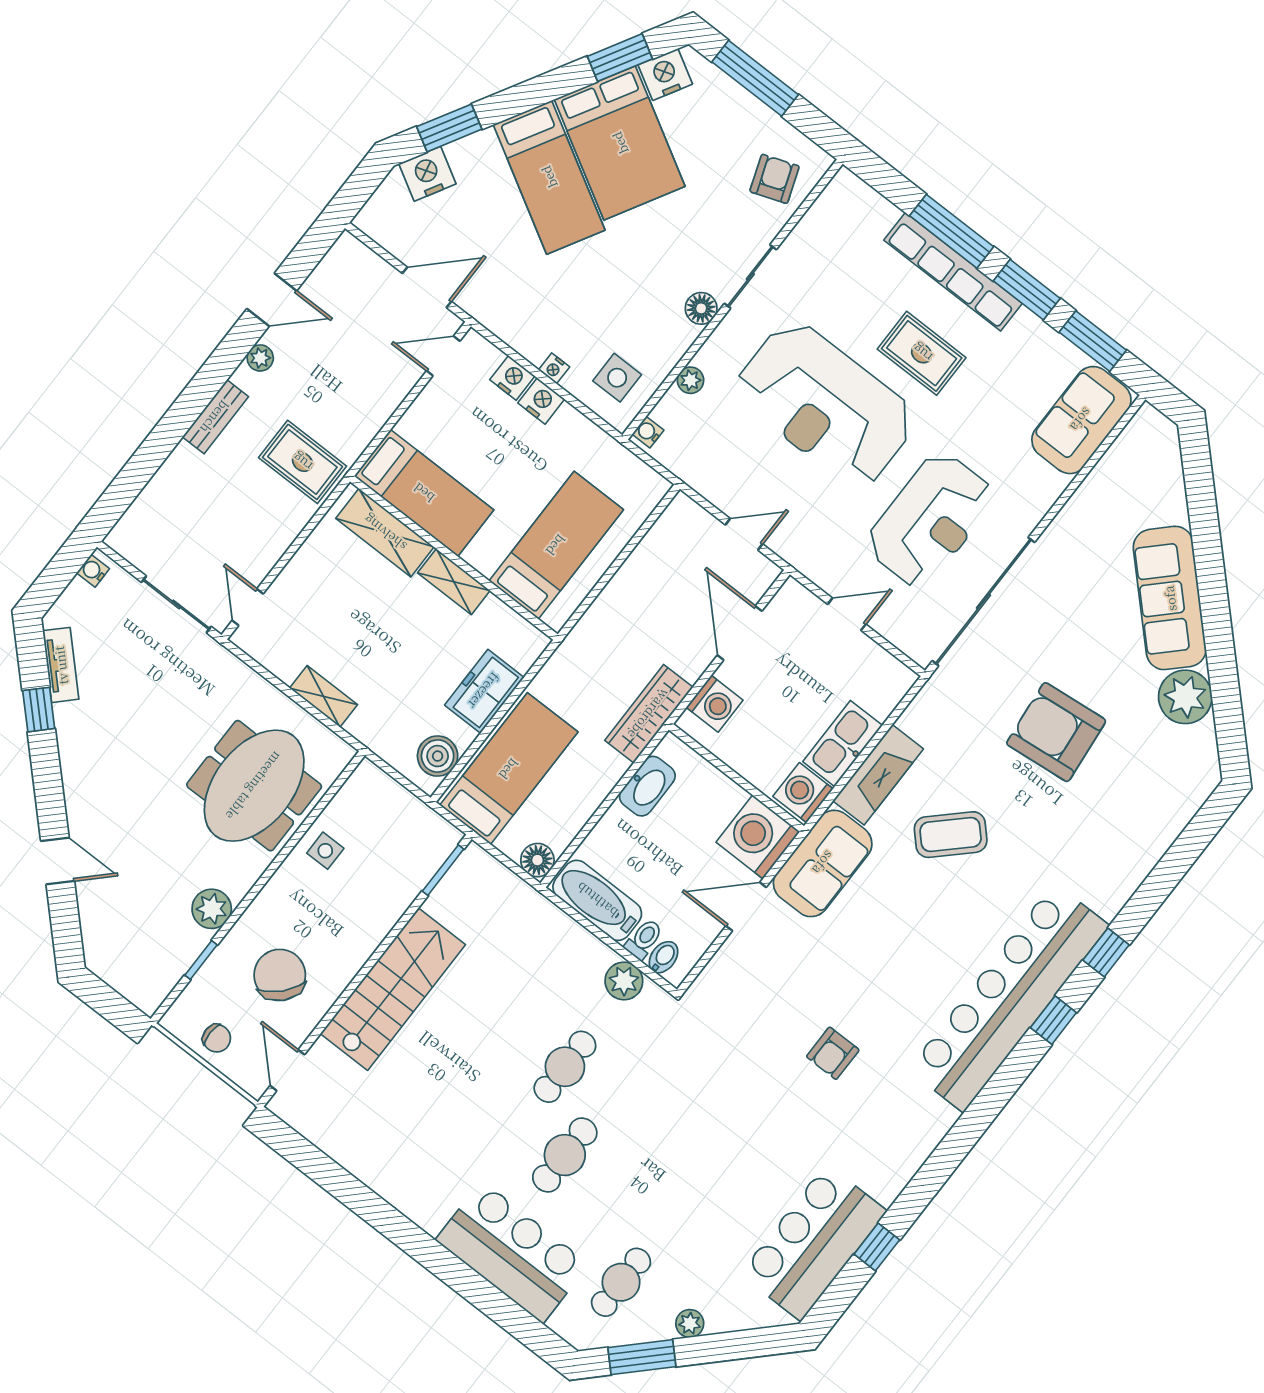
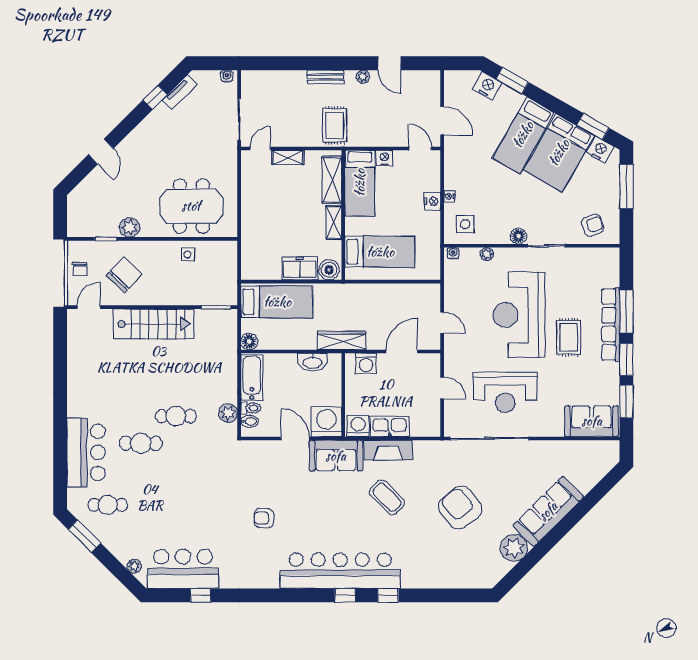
nightstand: (512, 378) -> (384, 158), moved, turned -90
shelving: (324, 696) -> (288, 157), moved, turned 90
armchair: (1056, 732) -> (460, 508), turned -32
boiler: (438, 756) -> (329, 270), moved
plant: (690, 1323) -> (134, 566), moved

